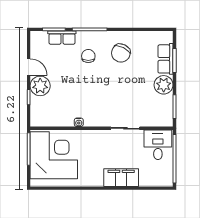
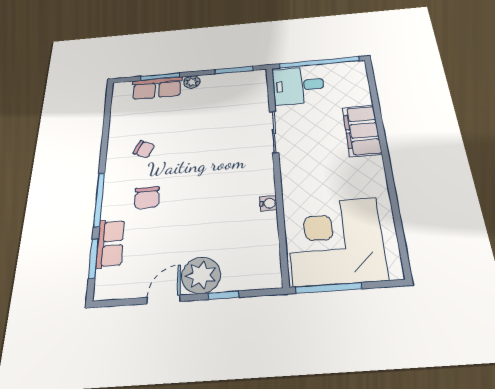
chair: (121, 53) -> (144, 149), width x0.54, depth x0.54
chair: (88, 56) -> (147, 198), turned -90
plant: (164, 85) -> (192, 82), width x0.53, depth x0.53

